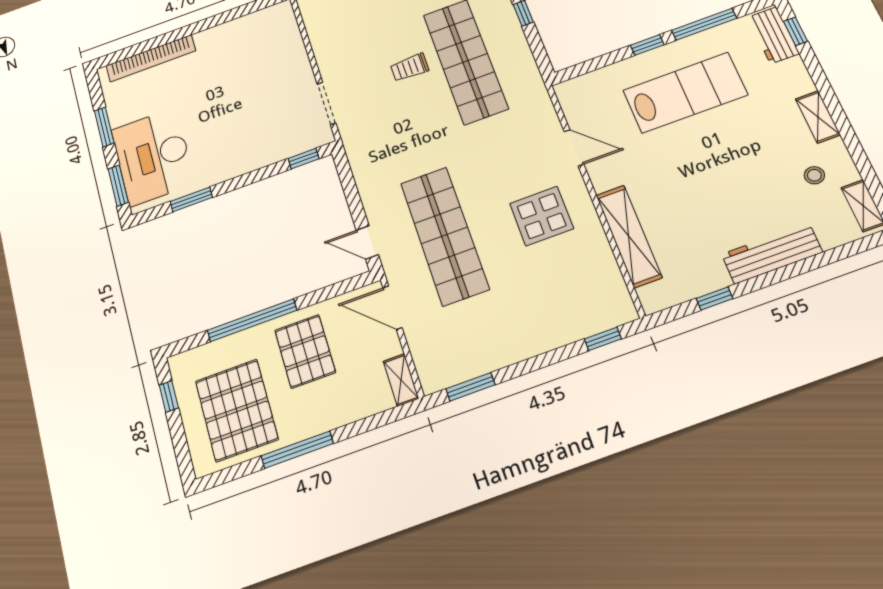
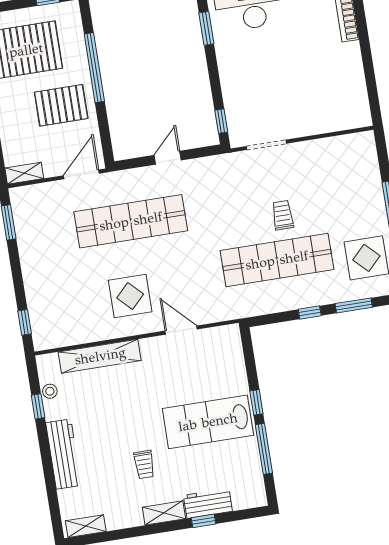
window: (795, 31) -> (203, 521), moved
workbench: (773, 35) -> (208, 503), moved
lab bench: (685, 93) -> (208, 422), turned 90
door: (574, 148) -> (181, 330), swing flipped
trolley: (760, 153) -> (144, 465), added
stool: (814, 175) -> (50, 391), moved
door: (367, 242) -> (168, 158), moved

